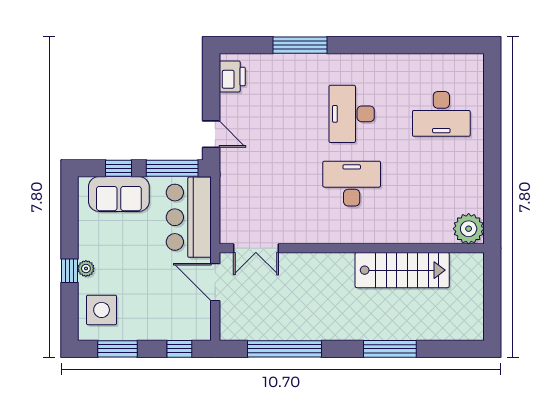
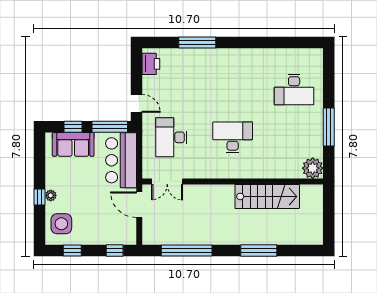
desk: (352, 114) -> (171, 137), moved
window: (492, 169) -> (329, 127), added
window: (117, 349) -> (72, 250), width x0.67

